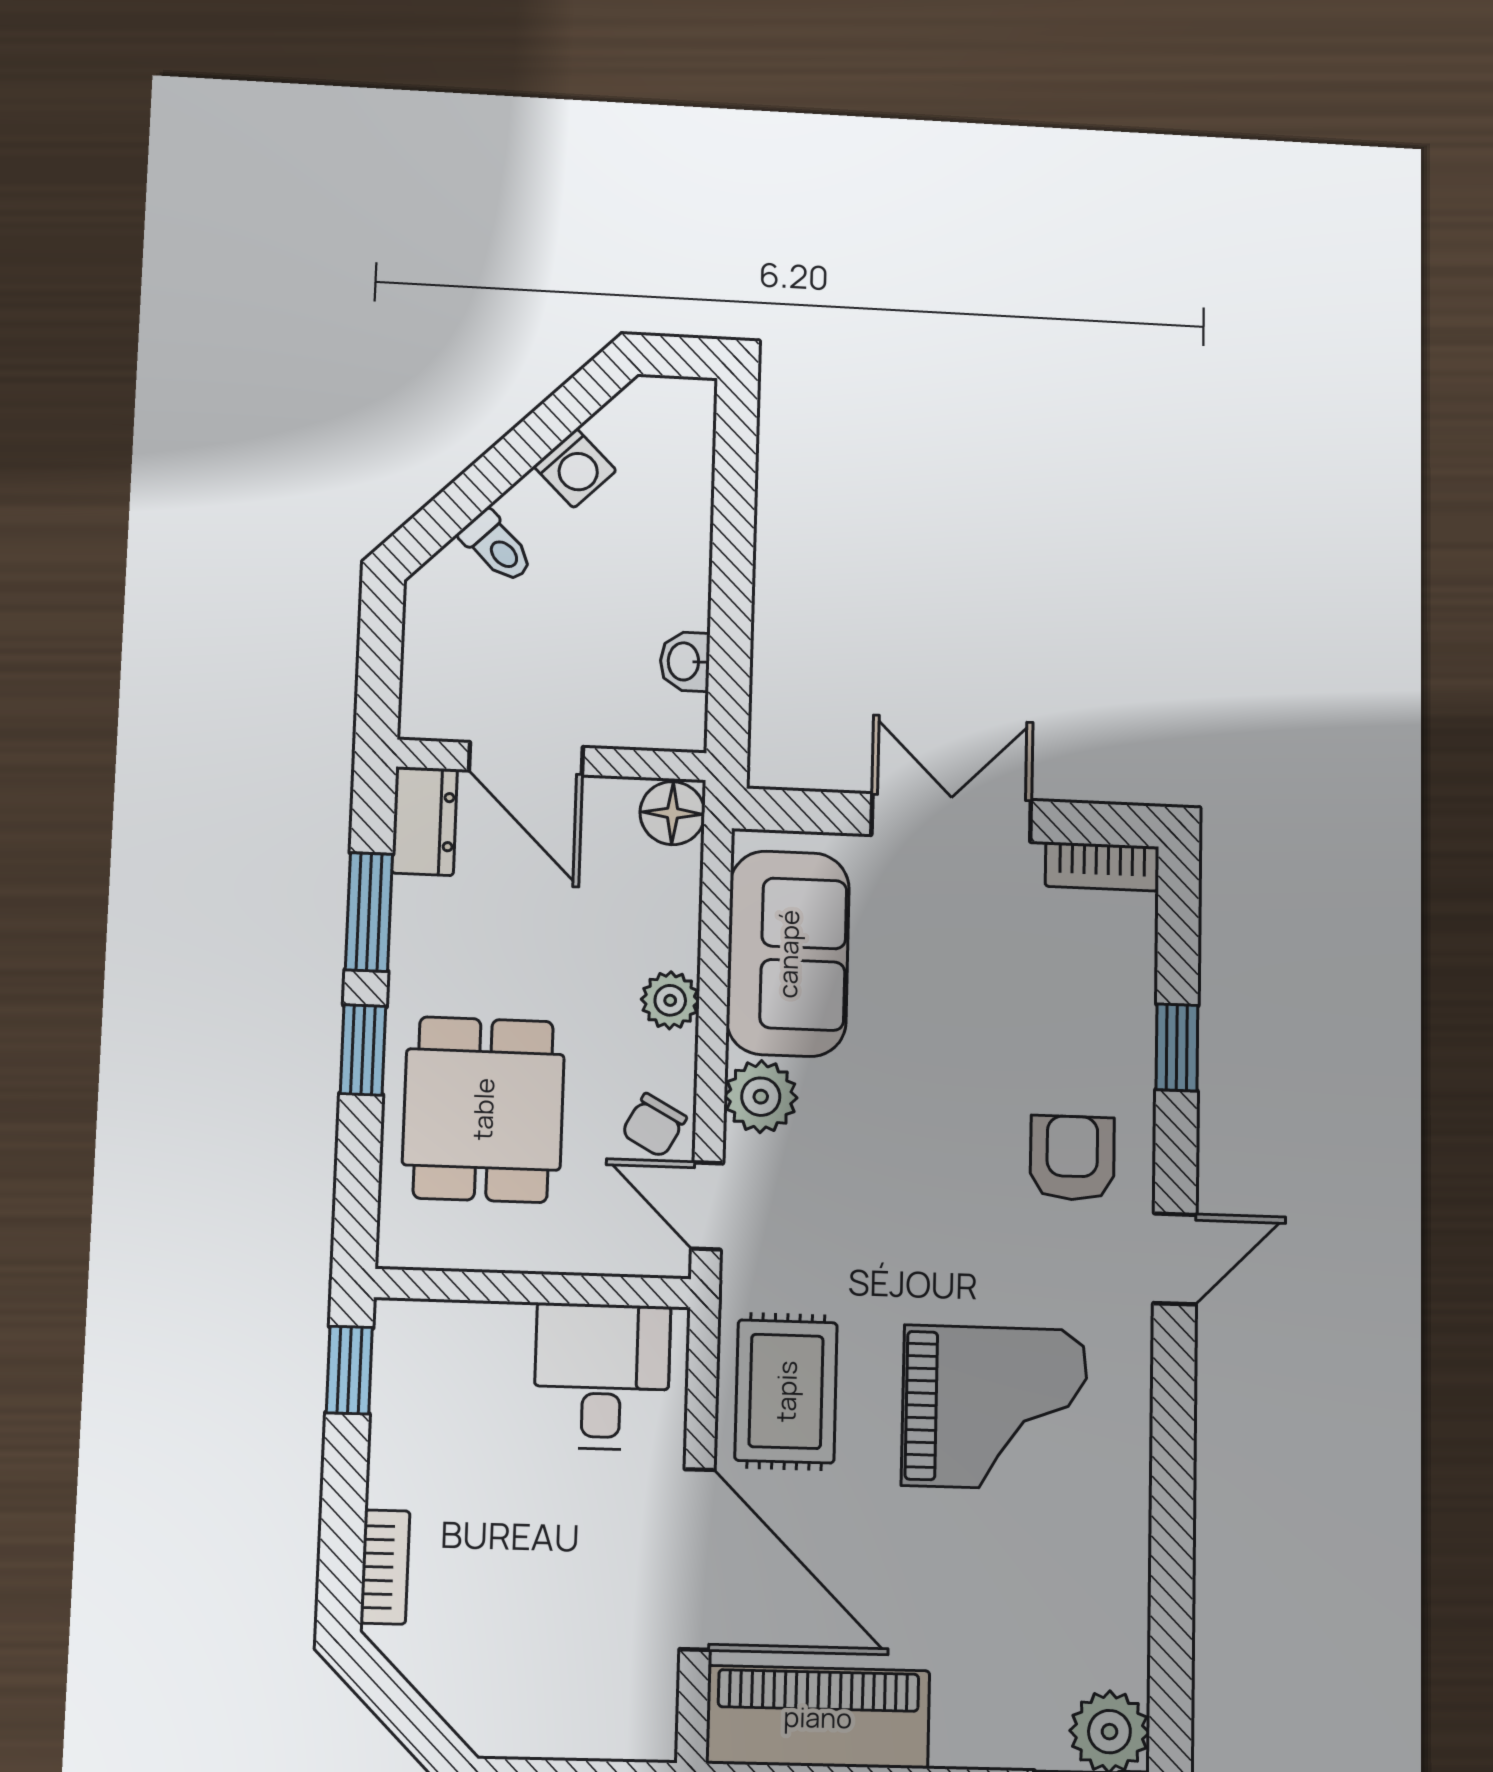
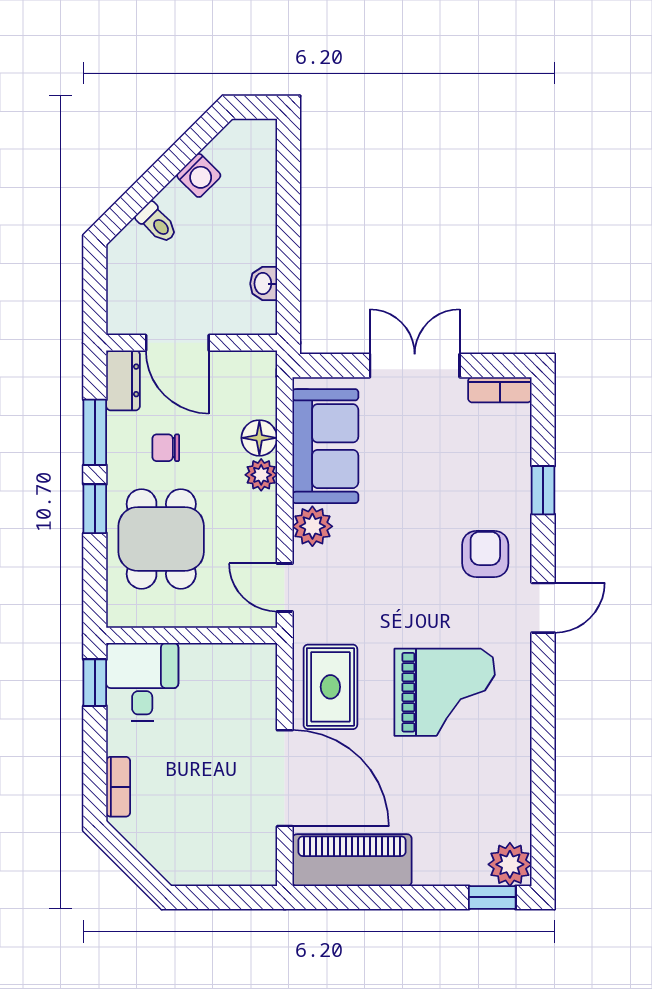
floor lamp: (672, 813) -> (259, 438), moved
chair: (654, 1125) -> (166, 448), moved, turned 61
desk: (602, 1376) -> (142, 682), moved

